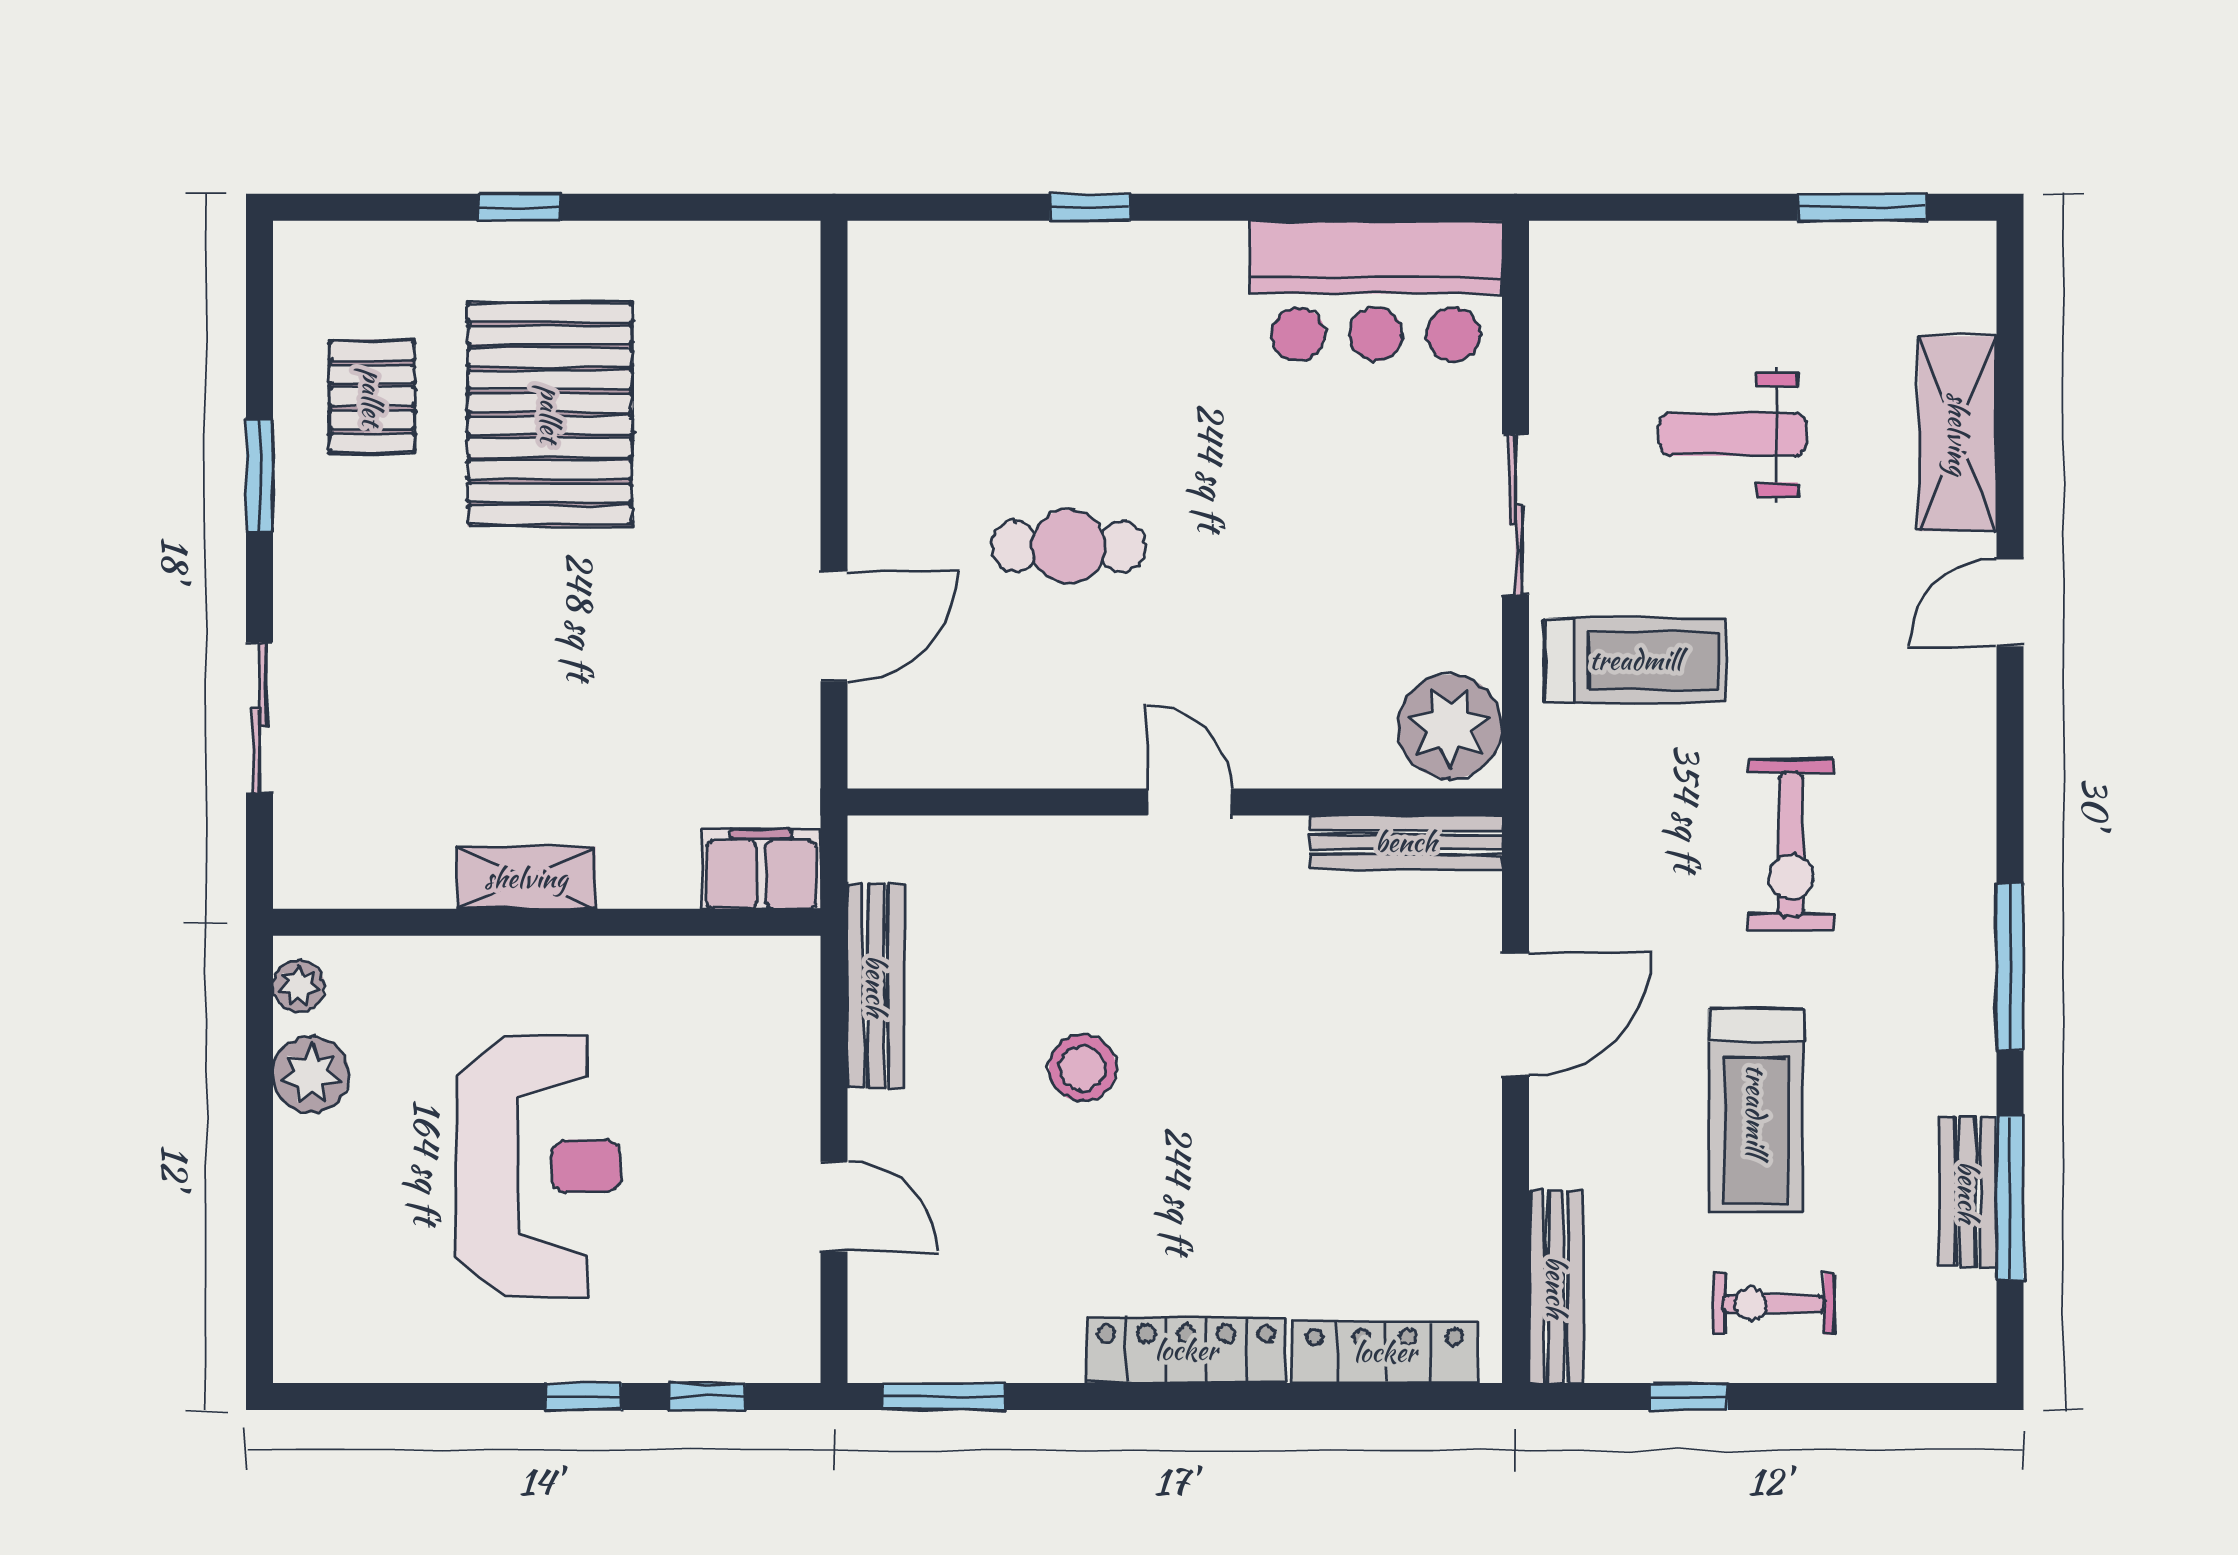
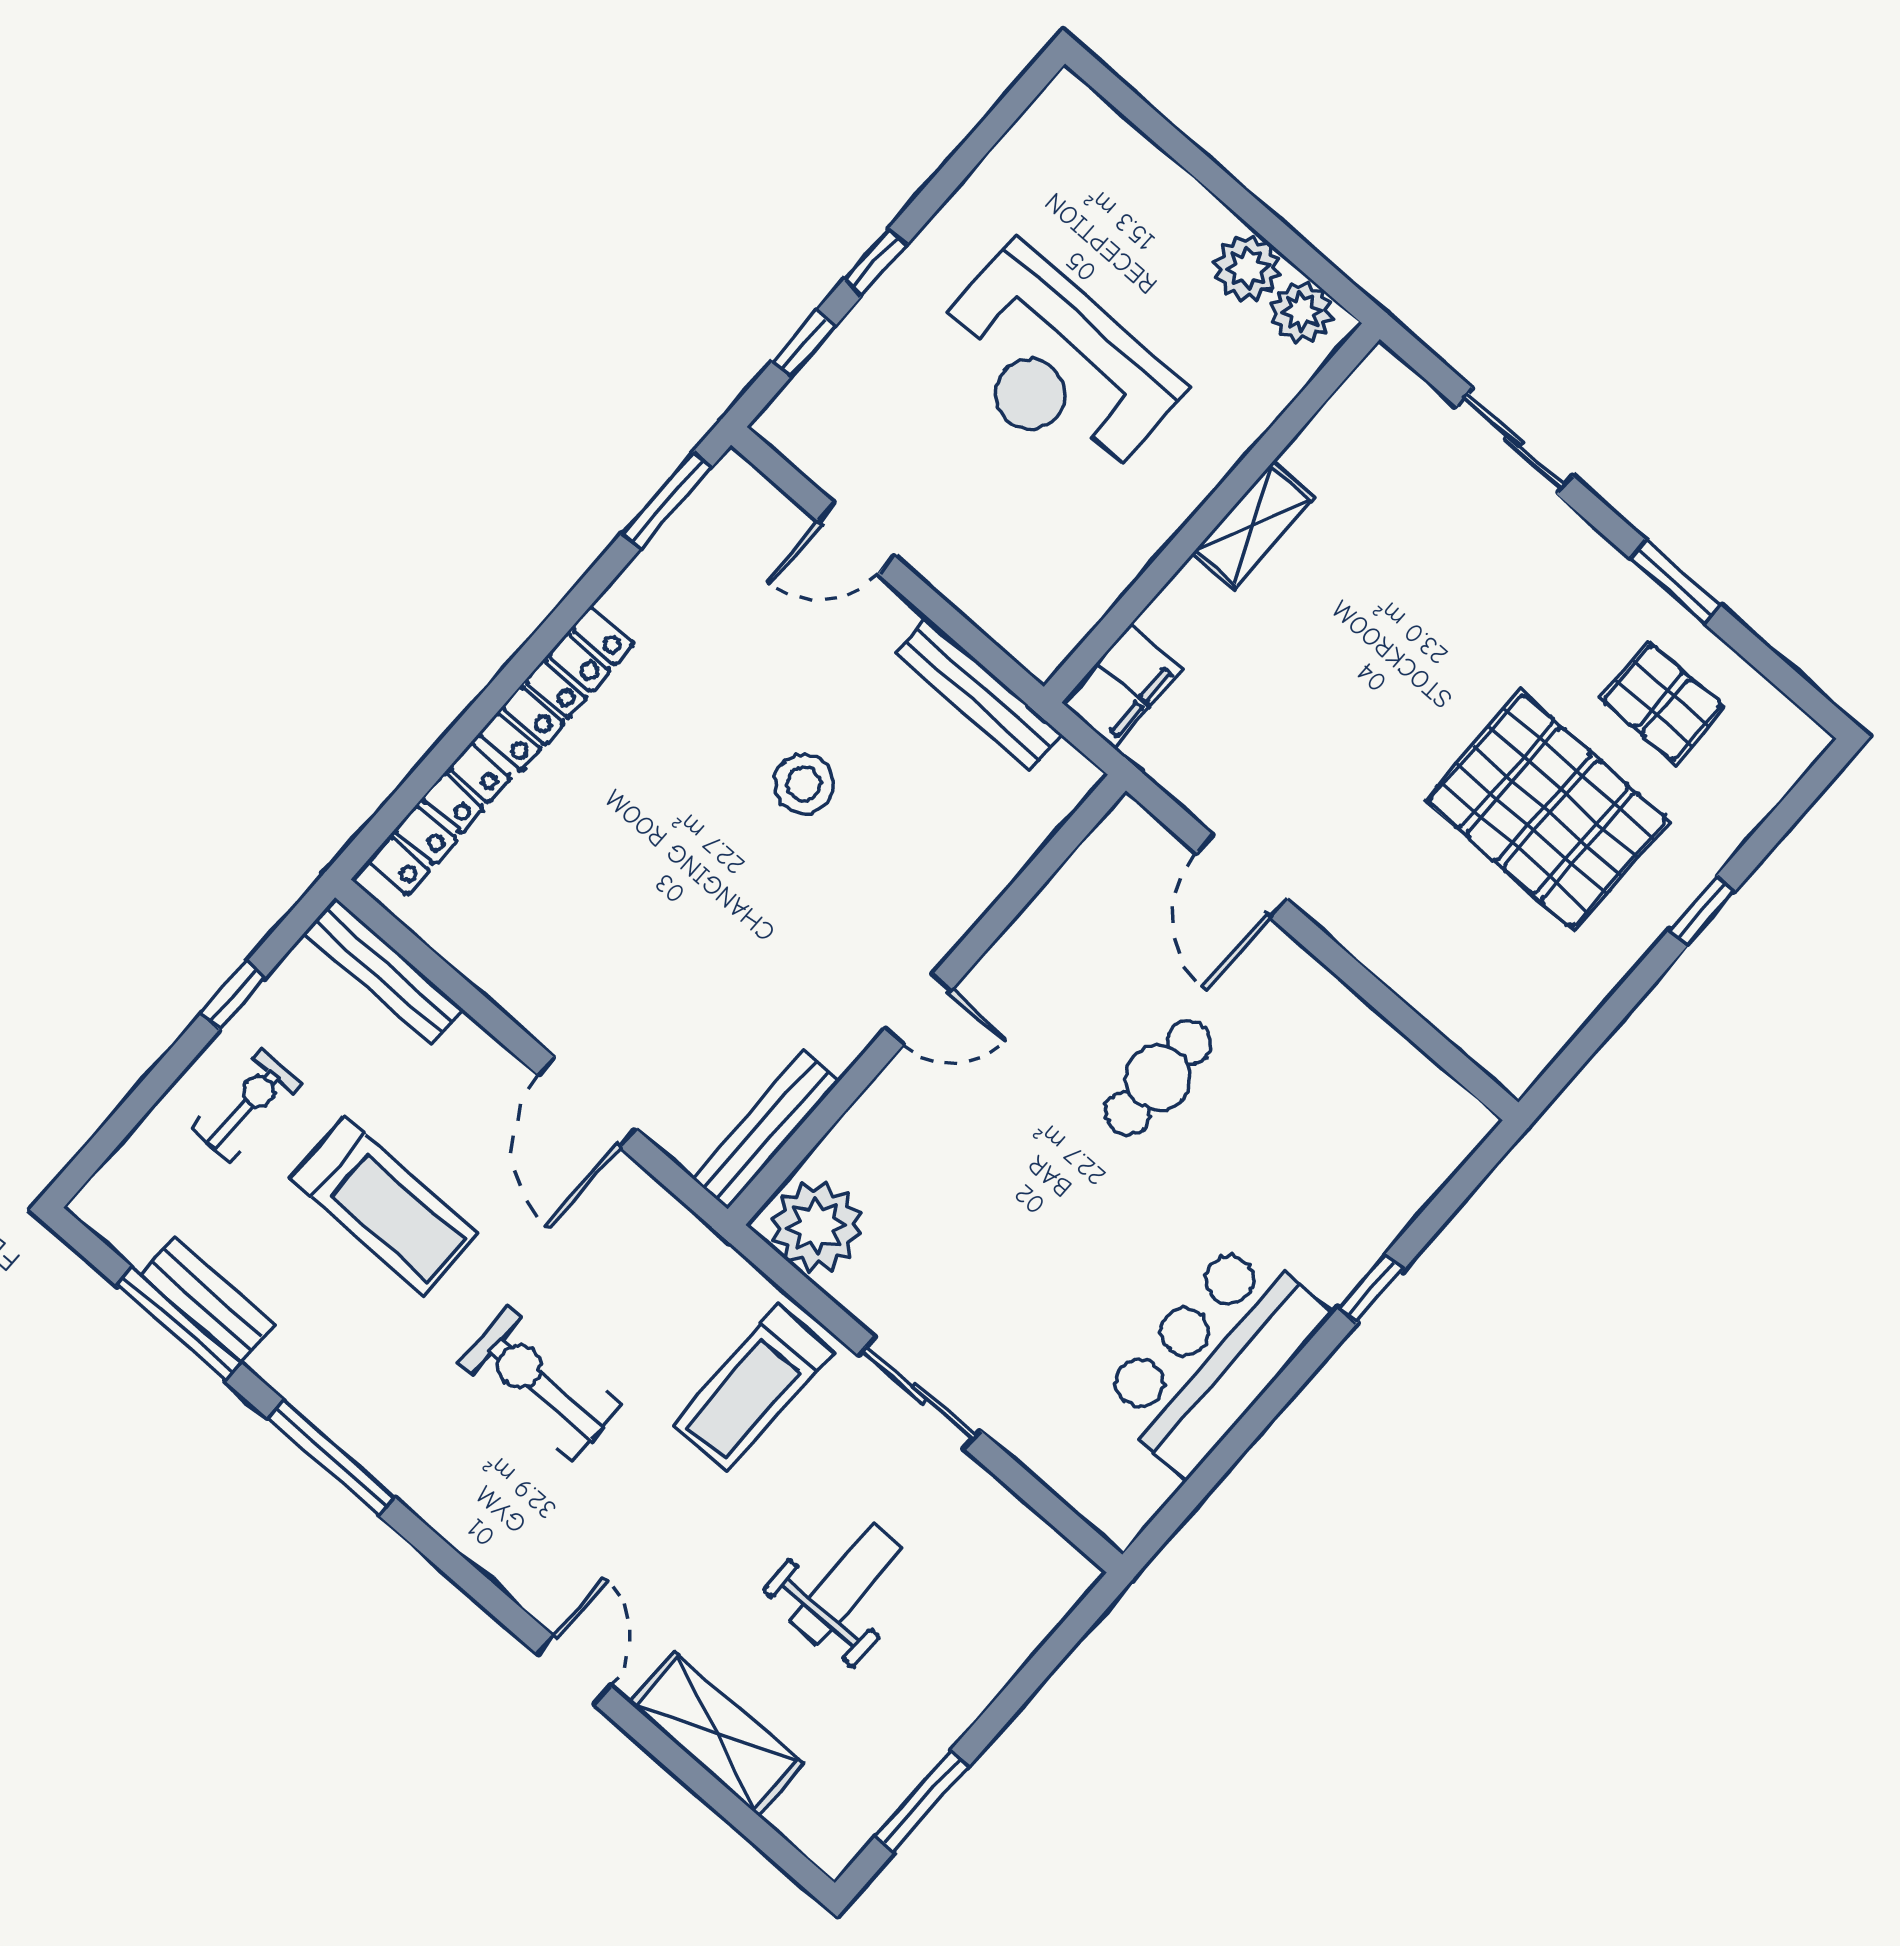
bar counter: (1376, 291) -> (1213, 1357), moved
plant: (299, 986) -> (1302, 312), width x1.38, depth x1.38
treadmill: (1756, 1110) -> (384, 1206), turned 180

